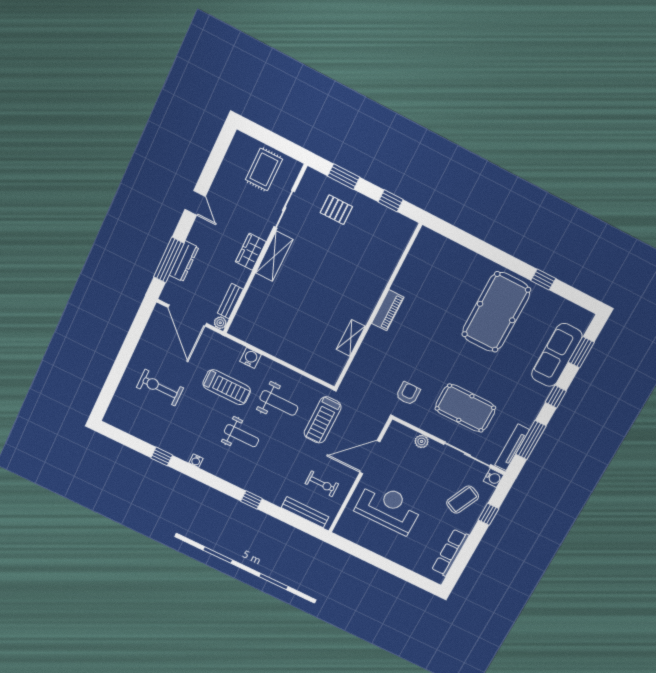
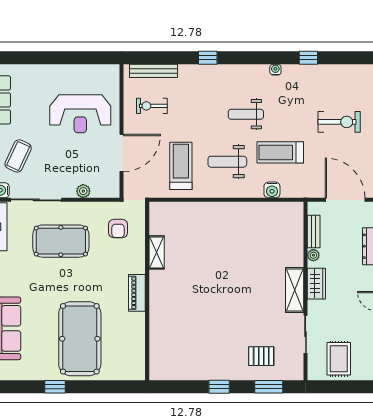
wall: (377, 307) -> (147, 291), moved
piano: (388, 310) -> (137, 293), moved
plant: (220, 323) -> (313, 255), moved
shelving: (351, 338) -> (157, 252), moved

